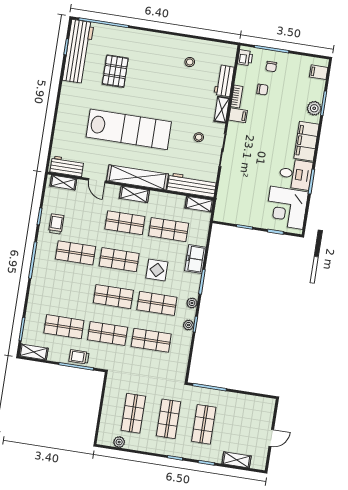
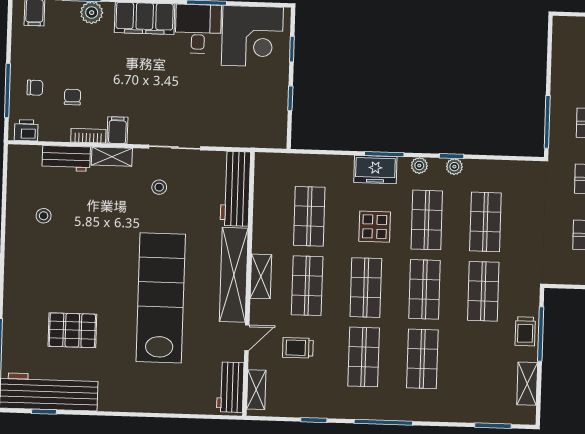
shelving: (199, 204) -> (264, 173), removed
trolley: (56, 224) -> (298, 348), moved
freezer: (195, 259) -> (375, 170), moved
shop shelf: (64, 327) -> (422, 359), moved
shelving: (34, 352) -> (527, 384), moved

